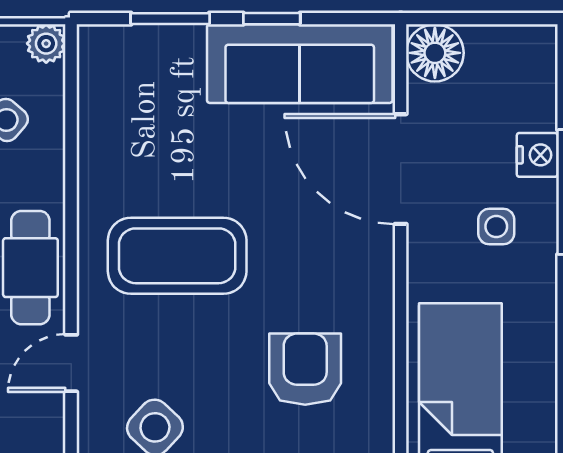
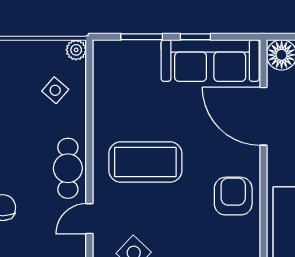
armchair: (305, 369) -> (233, 196), moved

